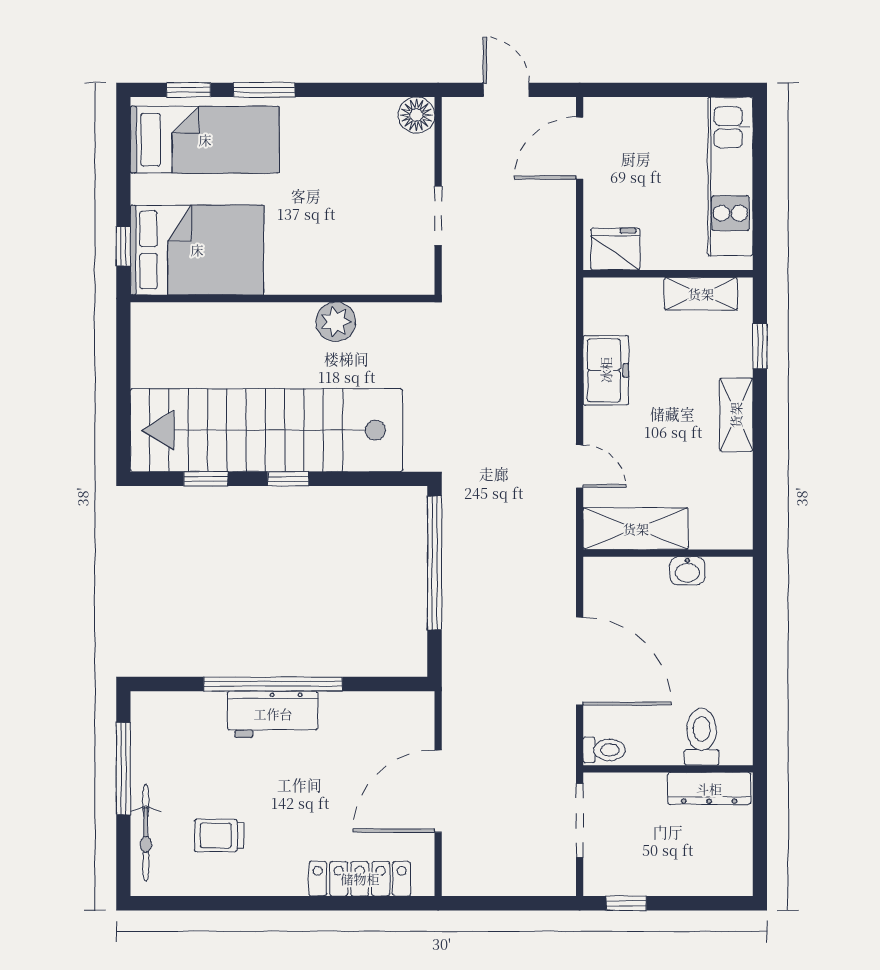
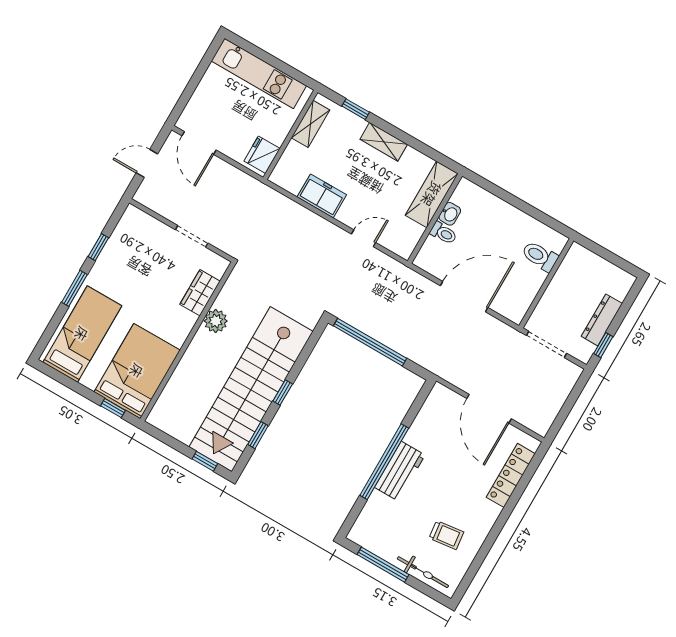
window: (189, 90) -> (98, 247), moved
floor lamp: (416, 115) -> (133, 217), removed
wardrobe: (363, 275) -> (200, 293), added
window: (123, 424) -> (205, 461), added
shelving: (636, 529) -> (432, 194), moved
toilet: (604, 750) -> (443, 233), moved, turned 90
dresser: (709, 789) -> (602, 320), moved, turned 180
trolley: (219, 835) -> (446, 535), turned -97

